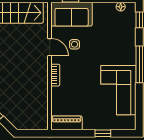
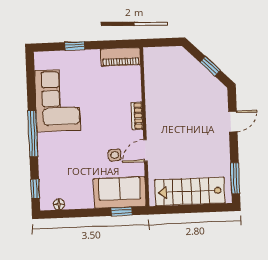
door: (50, 47) -> (145, 150), hinge flipped

